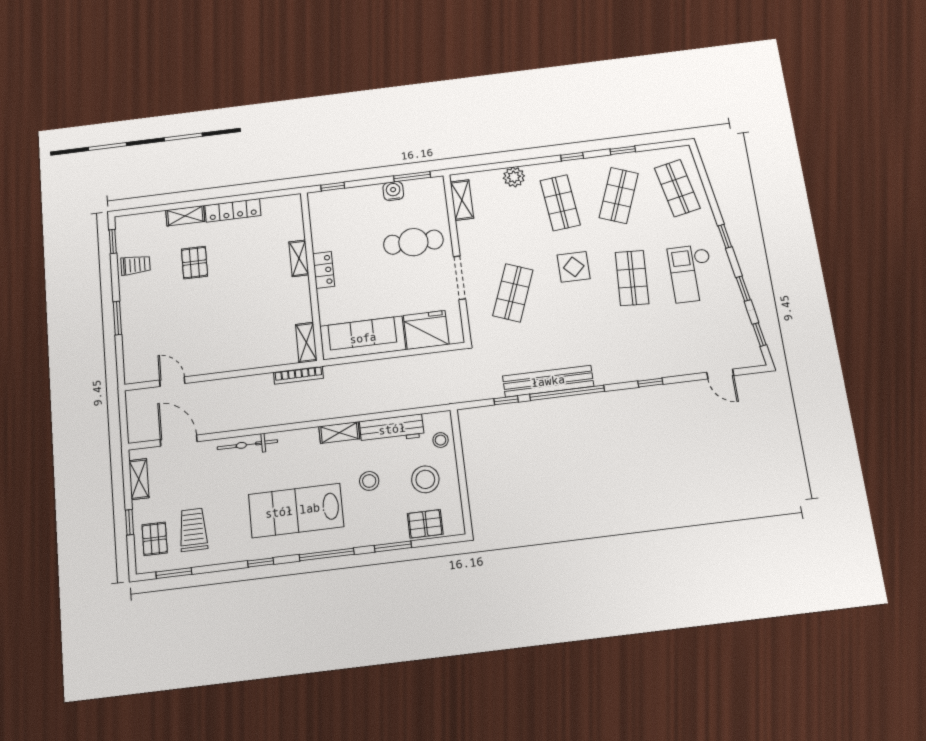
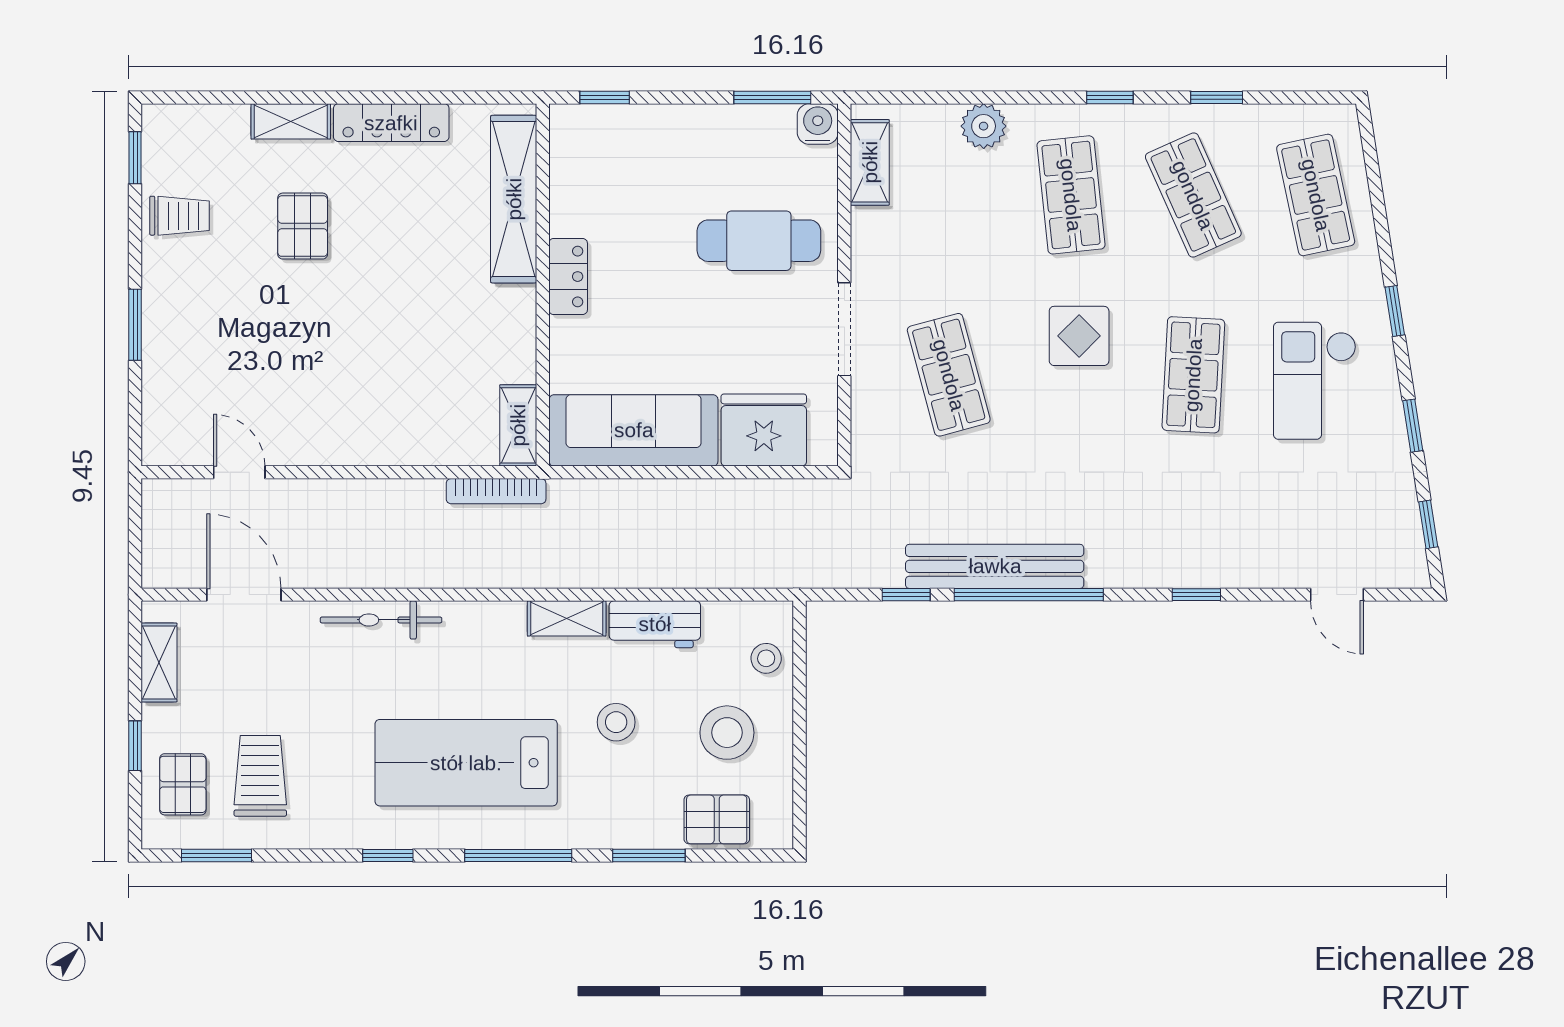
water cooler: (393, 191) -> (818, 124), moved
shop shelf: (619, 195) -> (1193, 195), turned -45
shelving: (299, 258) -> (514, 199), width x2.20, depth x1.33
shop shelf: (513, 293) -> (949, 375), turned -36
workbench: (392, 429) -> (655, 624), width x0.73

